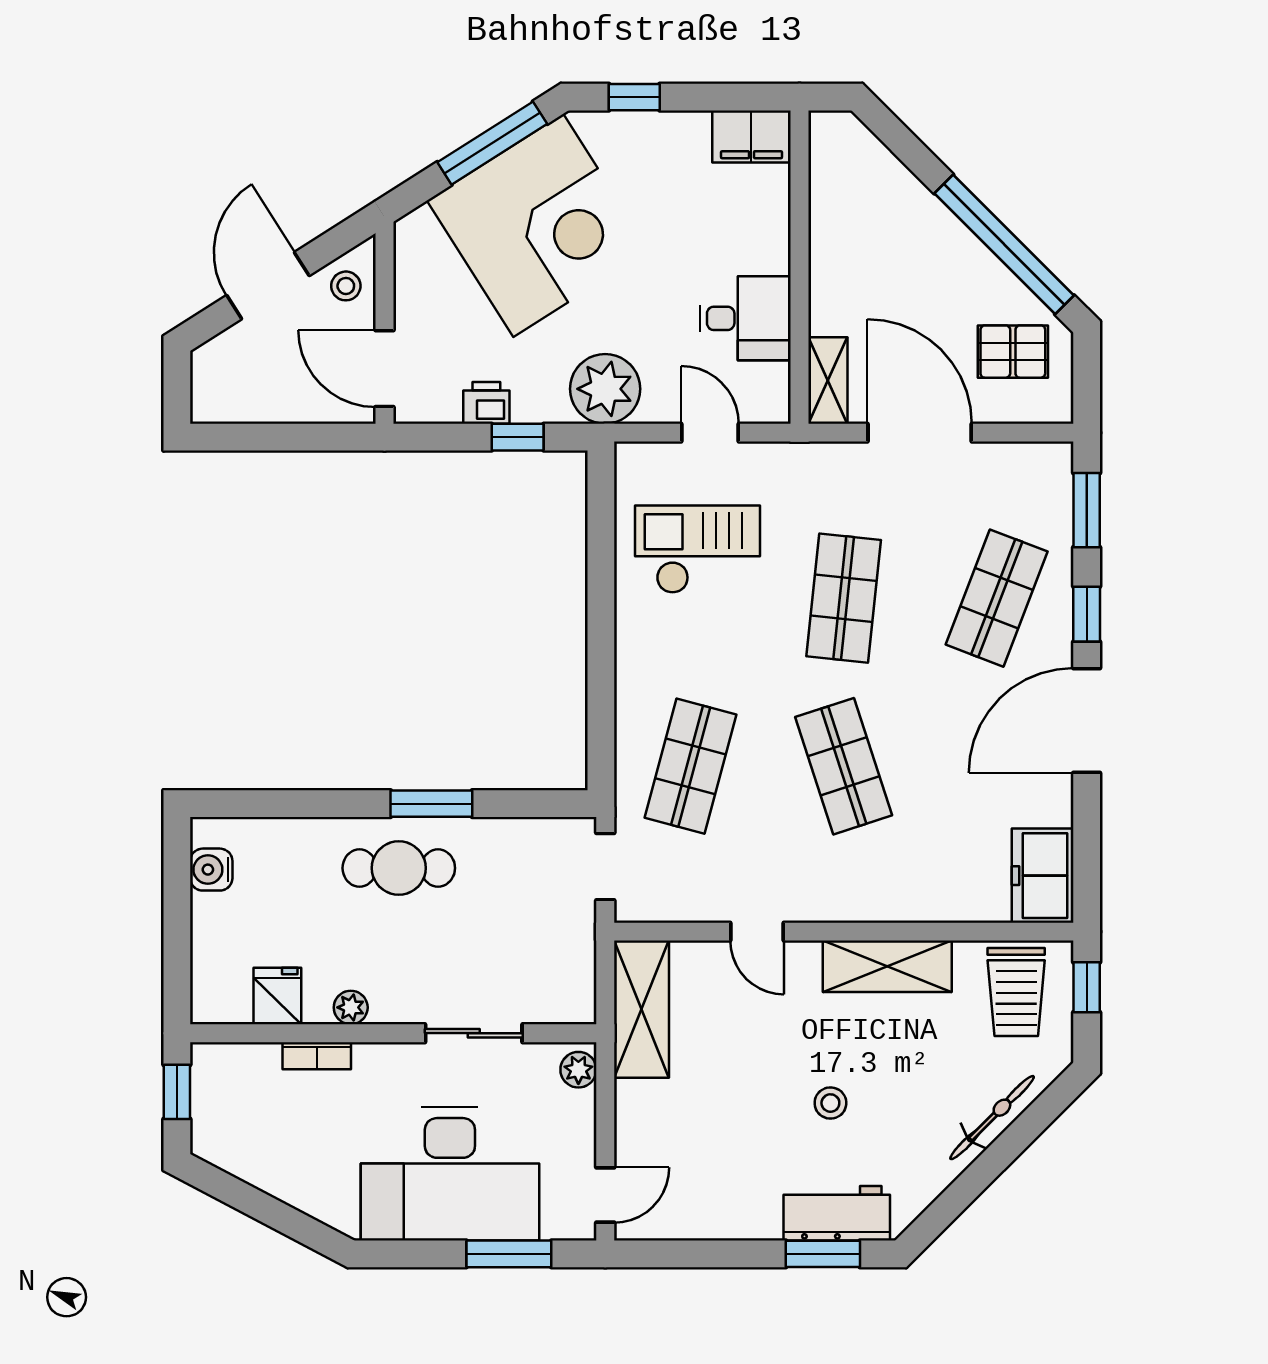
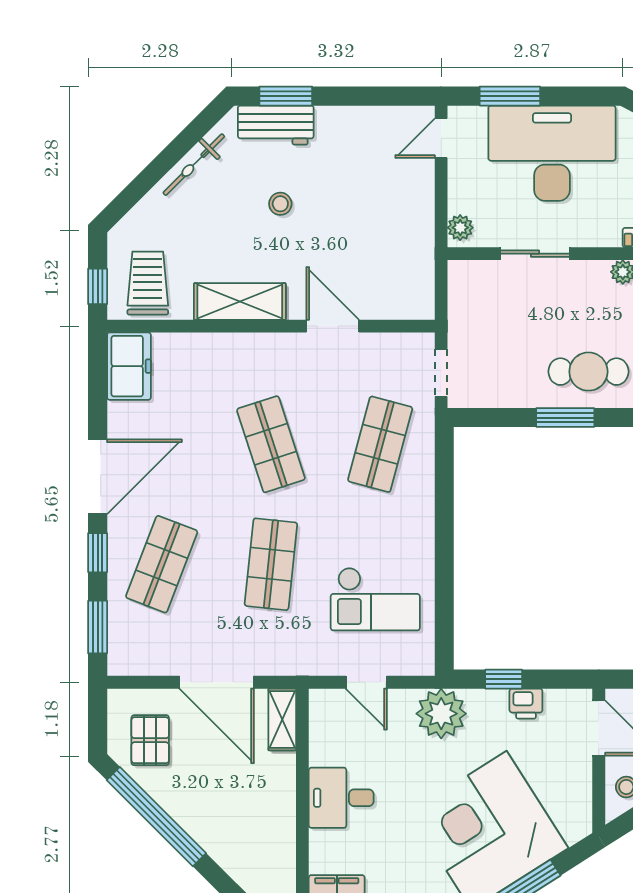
desk: (745, 318) -> (341, 798), moved
pallet: (1013, 352) -> (150, 740), turned 90
door: (757, 932) -> (333, 326), width x1.38
shelving: (642, 1009) -> (415, 271), removed
bicycle: (992, 1118) -> (194, 165), moved

